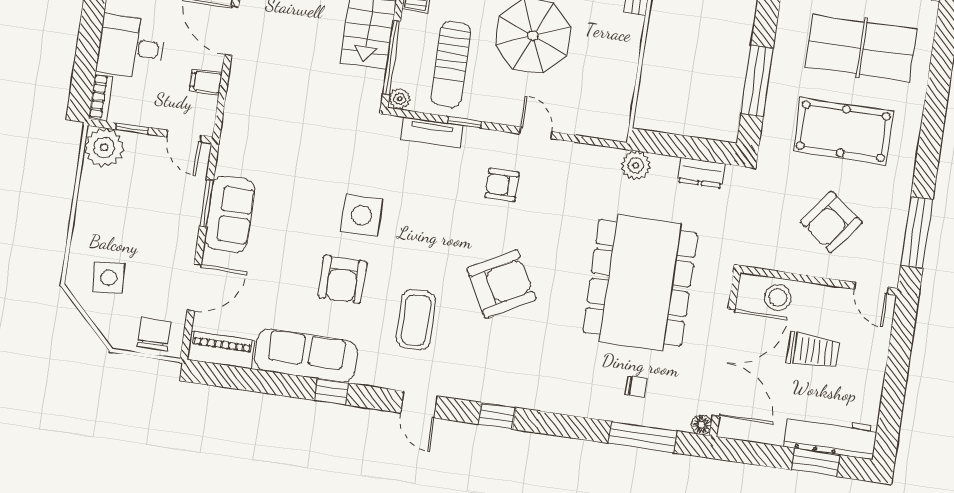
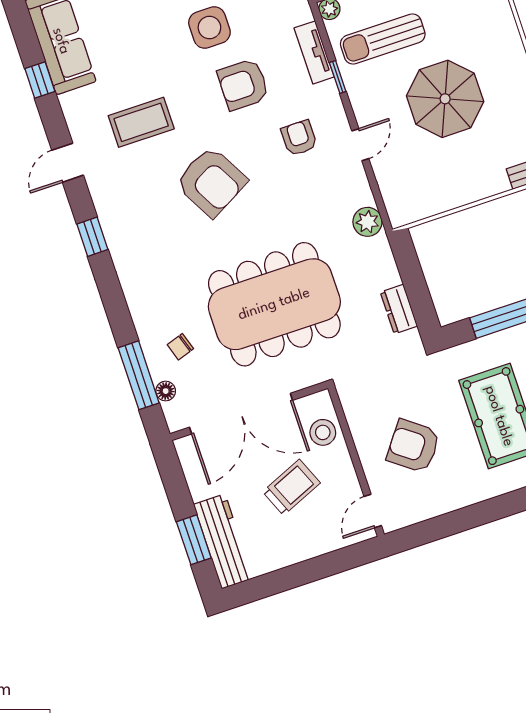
plant: (636, 165) -> (367, 222), moved
window: (917, 232) -> (442, 526), removed
armchair: (342, 279) -> (243, 84), moved
trolley: (813, 351) -> (291, 487), turned -113
chair: (636, 387) -> (180, 347), turned 72
floor lamp: (701, 425) -> (166, 391), moved

